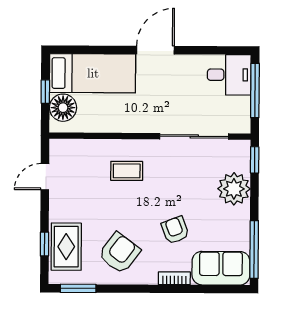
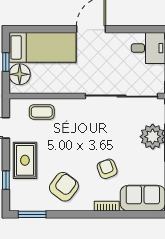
sliding door: (194, 136) -> (121, 96), width x1.36
coffee table: (127, 171) -> (42, 112), moved
rug: (66, 247) -> (25, 160), moved

